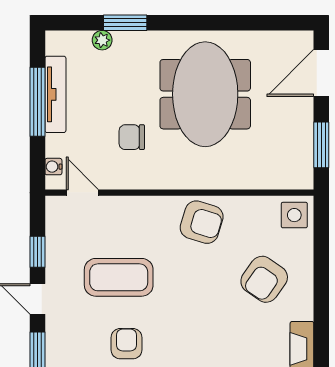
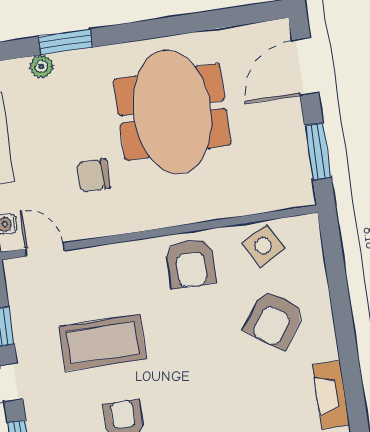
side table: (294, 215) -> (263, 246), moved, turned -30
armchair: (202, 222) -> (191, 263), turned 73

